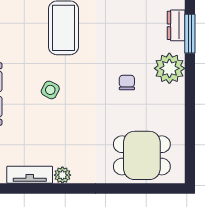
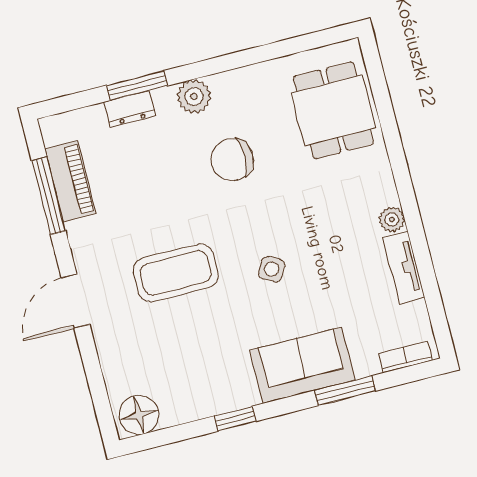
plant: (169, 68) -> (194, 96), width x0.73, depth x0.73
chair: (127, 83) -> (232, 160), width x1.87, depth x1.87

